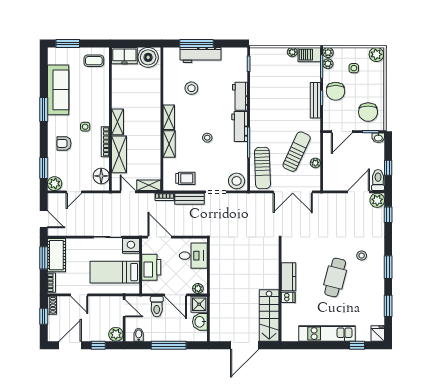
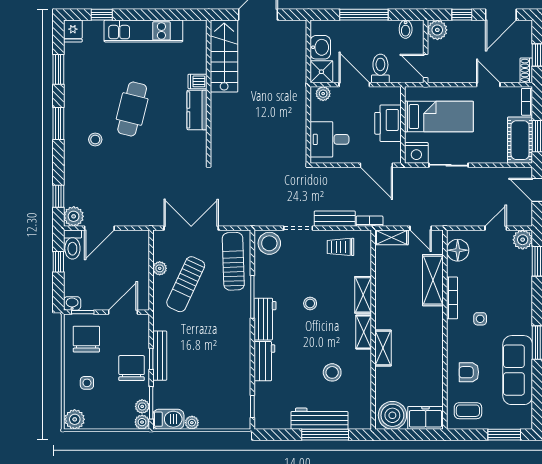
side table: (354, 68) -> (87, 383), moved
shelving: (117, 122) -> (383, 348), moved
armchair: (64, 143) -> (469, 372), moved, turned 180

